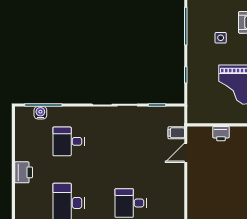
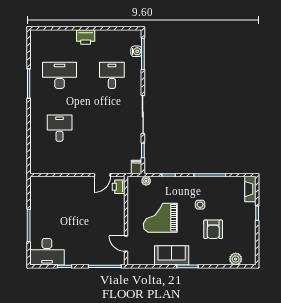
plant: (193, 101) -> (146, 181), added
filing cabinet: (176, 133) -> (136, 167), moved
printer: (221, 134) -> (119, 187), moved
door: (186, 153) -> (102, 175), swing flipped

